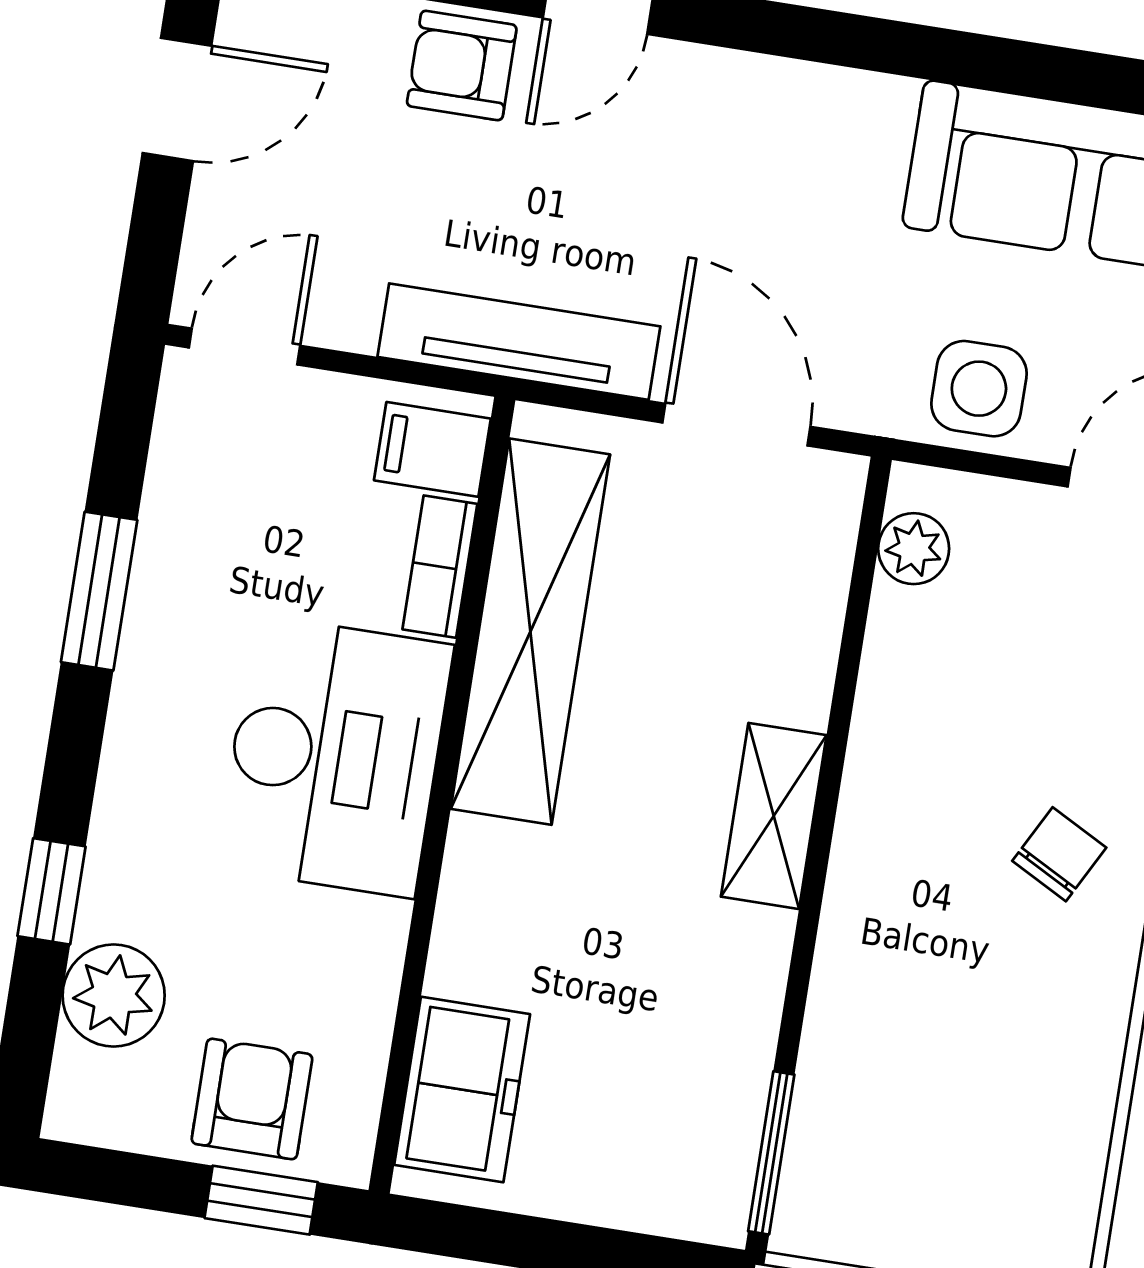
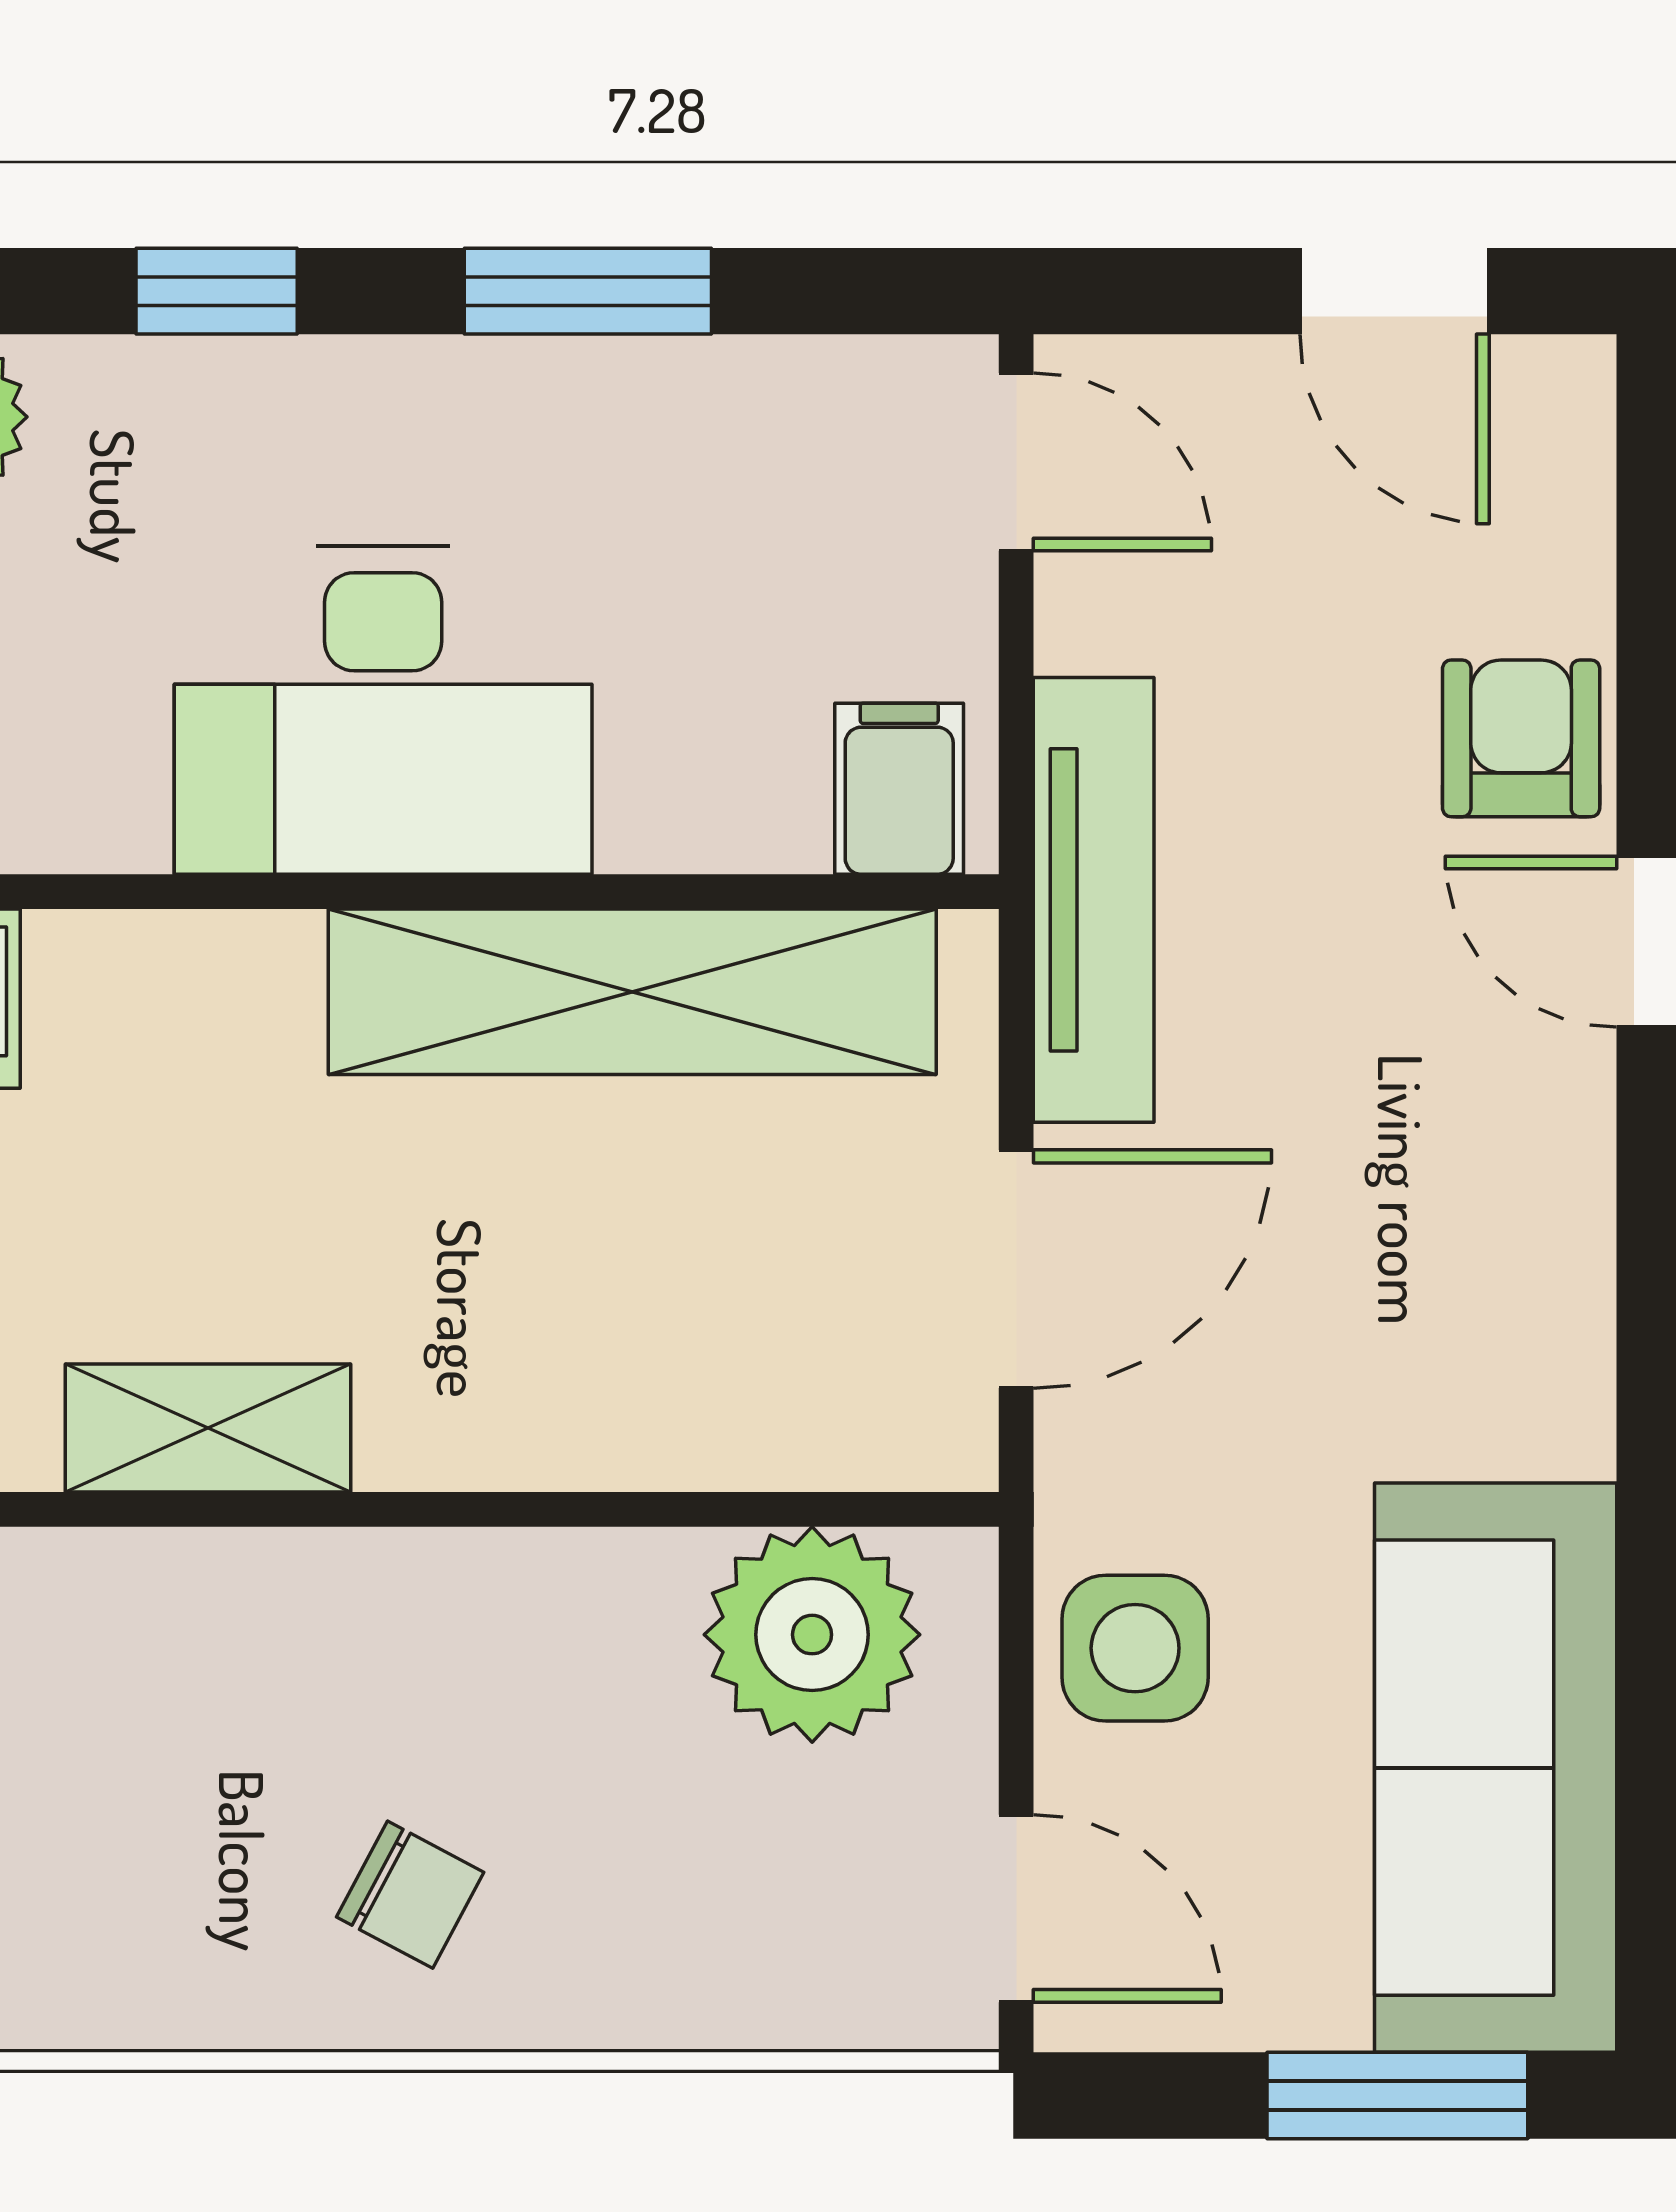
plant: (914, 549) -> (812, 1635), width x1.87, depth x1.87
bookcase: (440, 567) -> (713, 830), removed
shelving: (774, 816) -> (208, 1428), moved
window: (52, 891) -> (217, 291), moved

